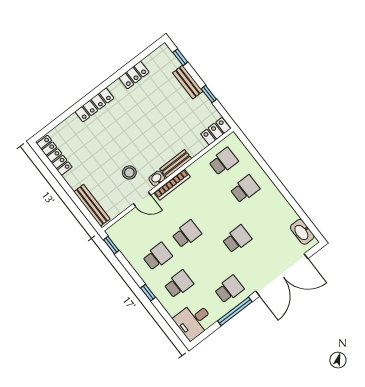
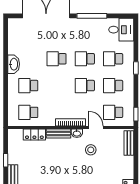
locker: (216, 131) -> (34, 134), moved
bench: (92, 205) -> (129, 143), width x0.73
school desk: (136, 229) -> (113, 112), added
washbasin: (302, 232) -> (14, 64), moved
school desk: (229, 289) -> (85, 59), moved

